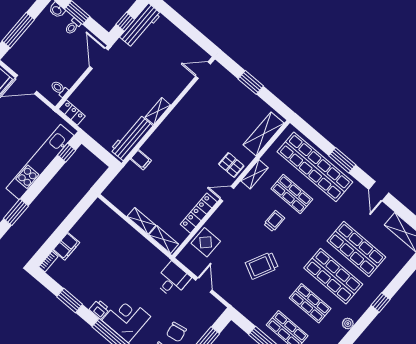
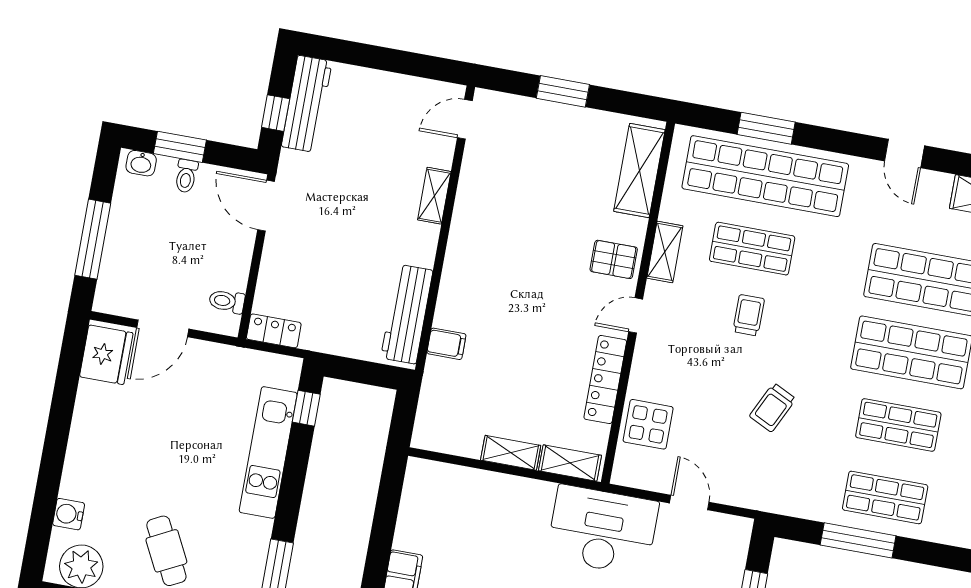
shelving: (158, 111) -> (434, 196), moved
window: (342, 160) -> (766, 128), moved
kitchen unit: (40, 162) -> (268, 452), width x0.73
trolley: (262, 265) -> (773, 407), width x0.73, depth x0.72
desk: (173, 280) -> (602, 530), width x1.87, depth x1.30

